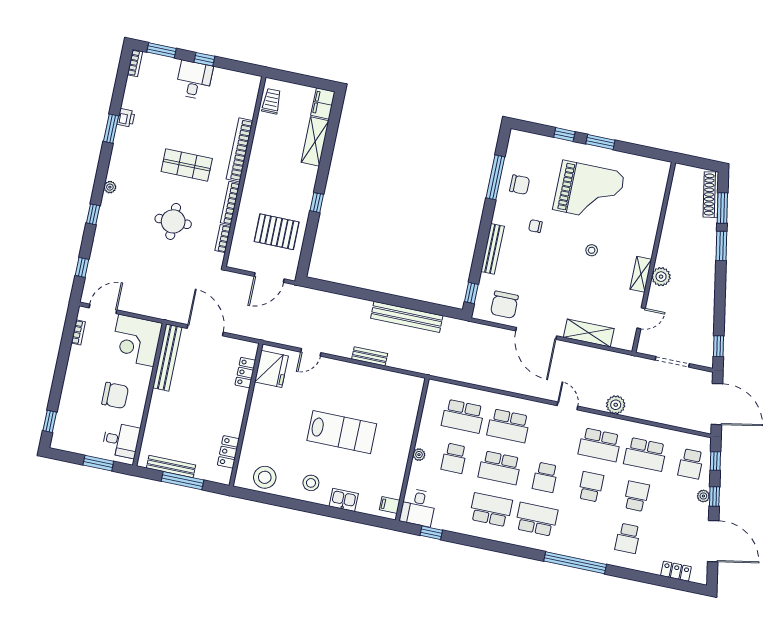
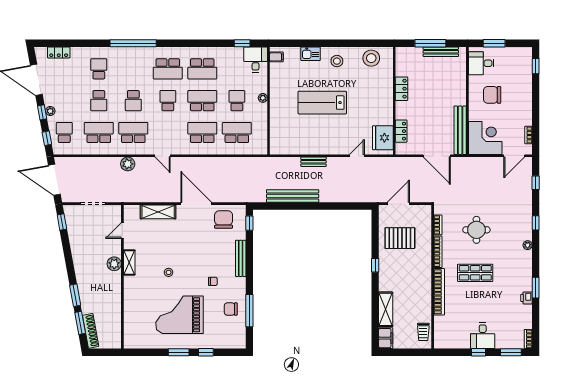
locker: (228, 452) -> (402, 89), moved

